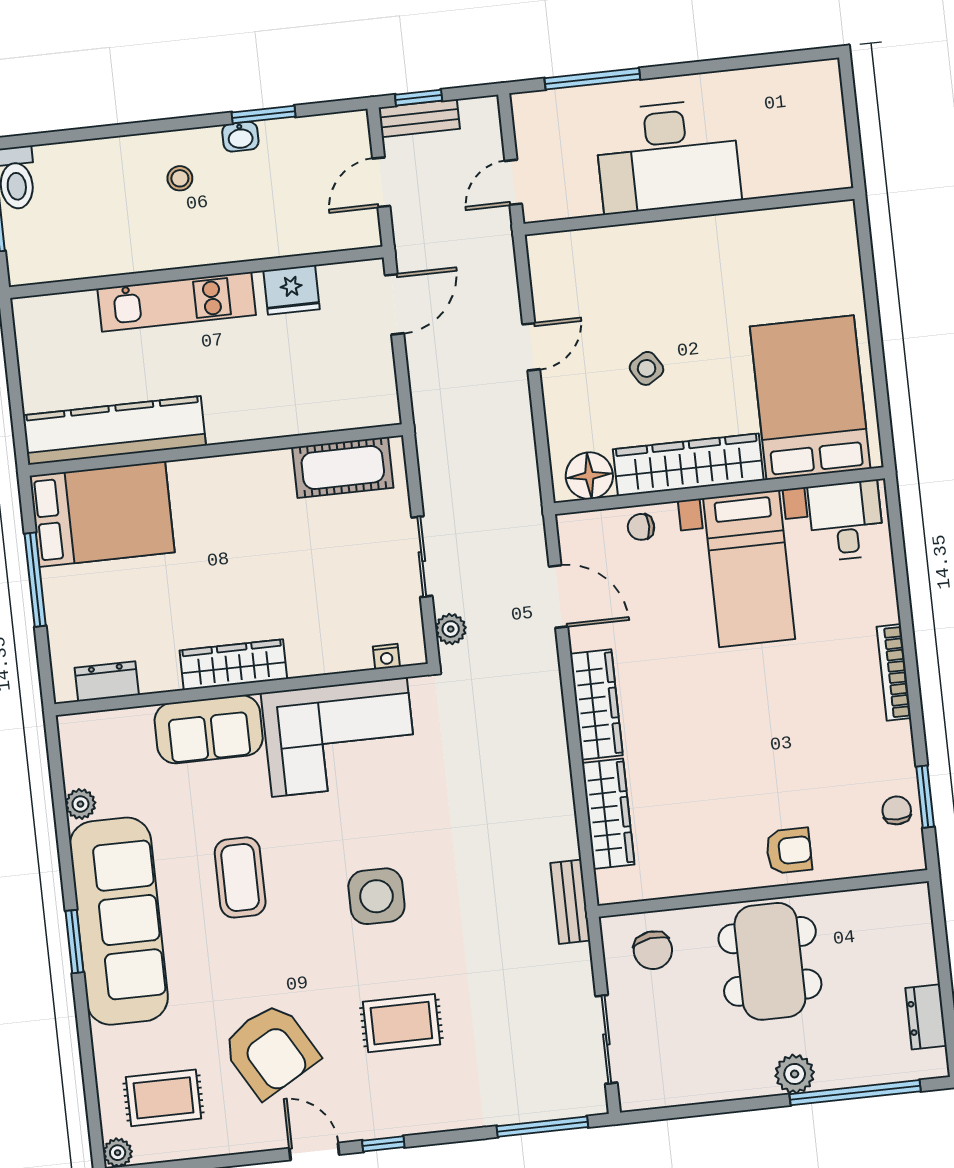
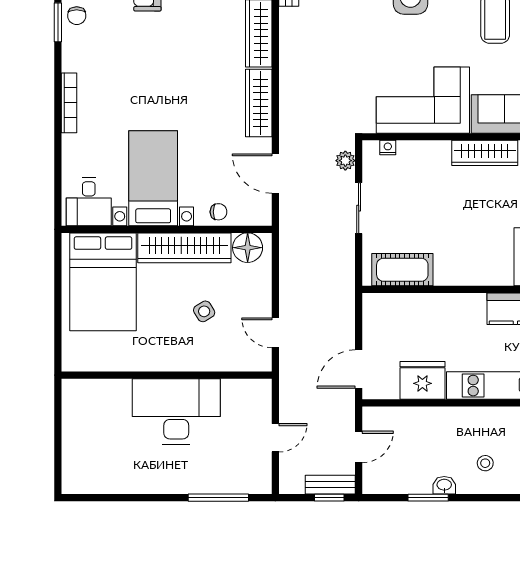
desk: (668, 156) -> (176, 411), moved
wall: (689, 211) -> (167, 375), moved
fridge: (292, 290) -> (422, 380), width x1.36, depth x1.34
door: (531, 347) -> (275, 333), hinge flipped

